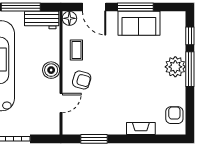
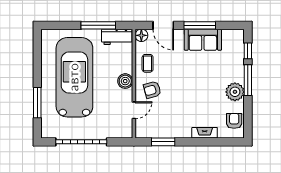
plant: (175, 67) -> (235, 92), moved
armchair: (82, 80) -> (152, 90), turned 149

